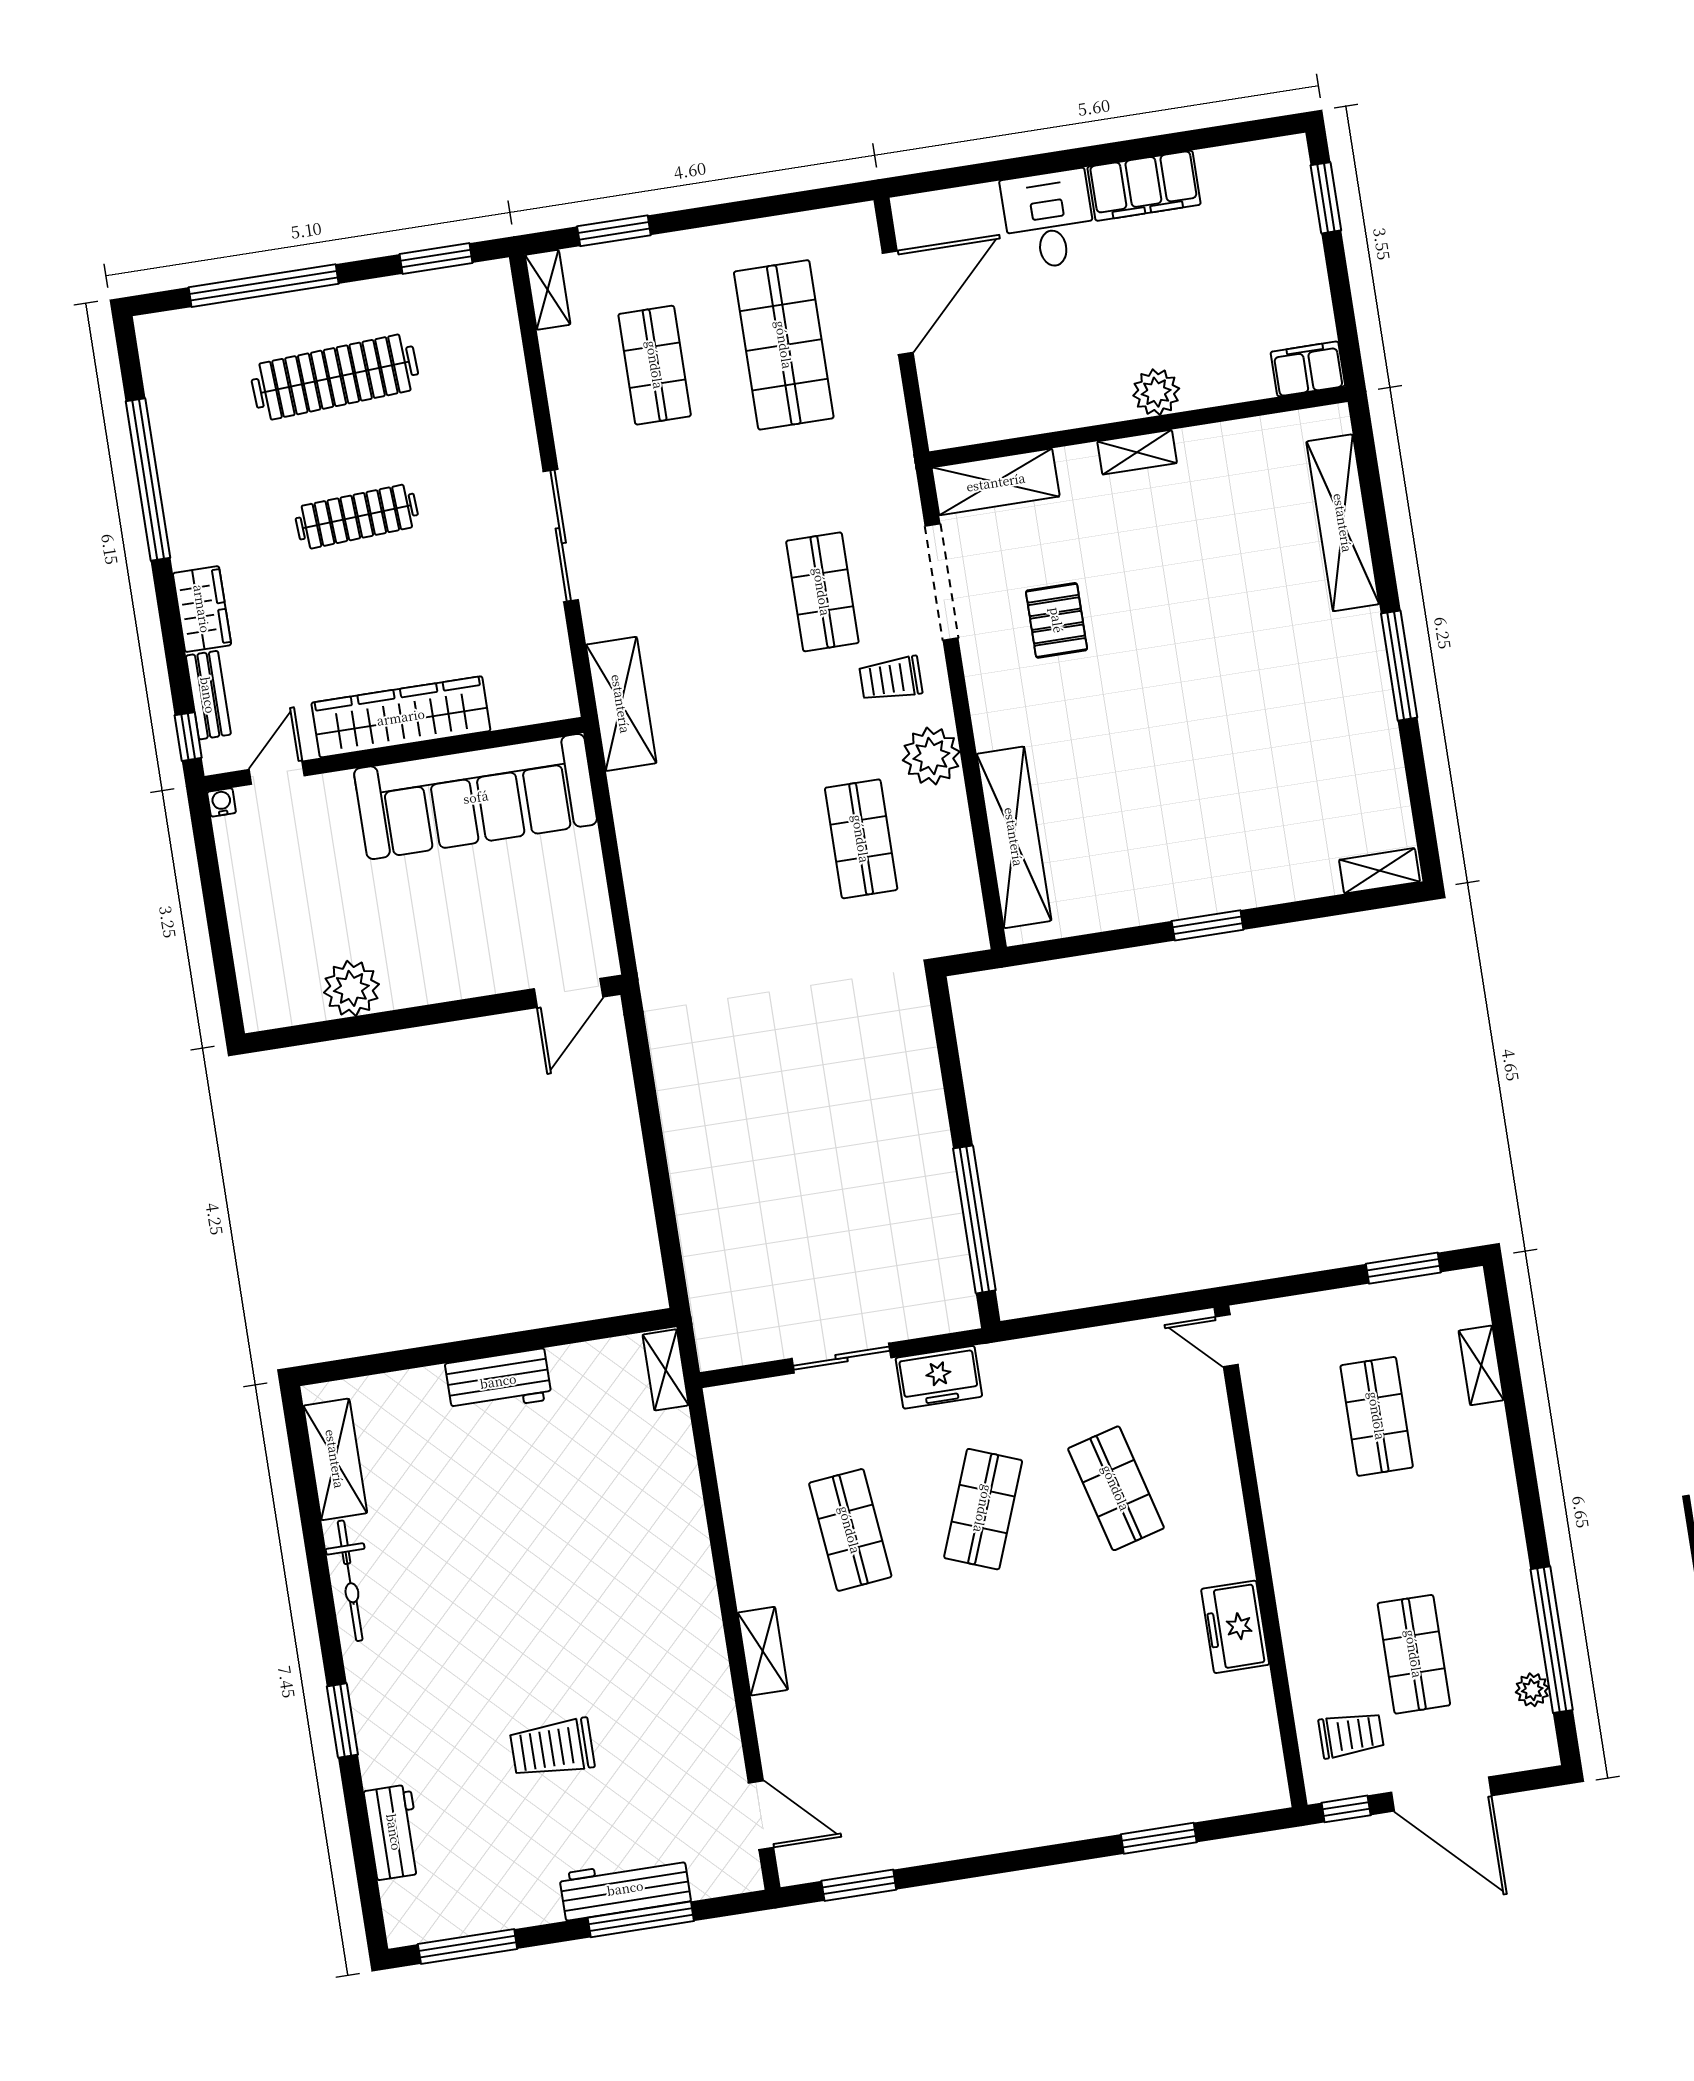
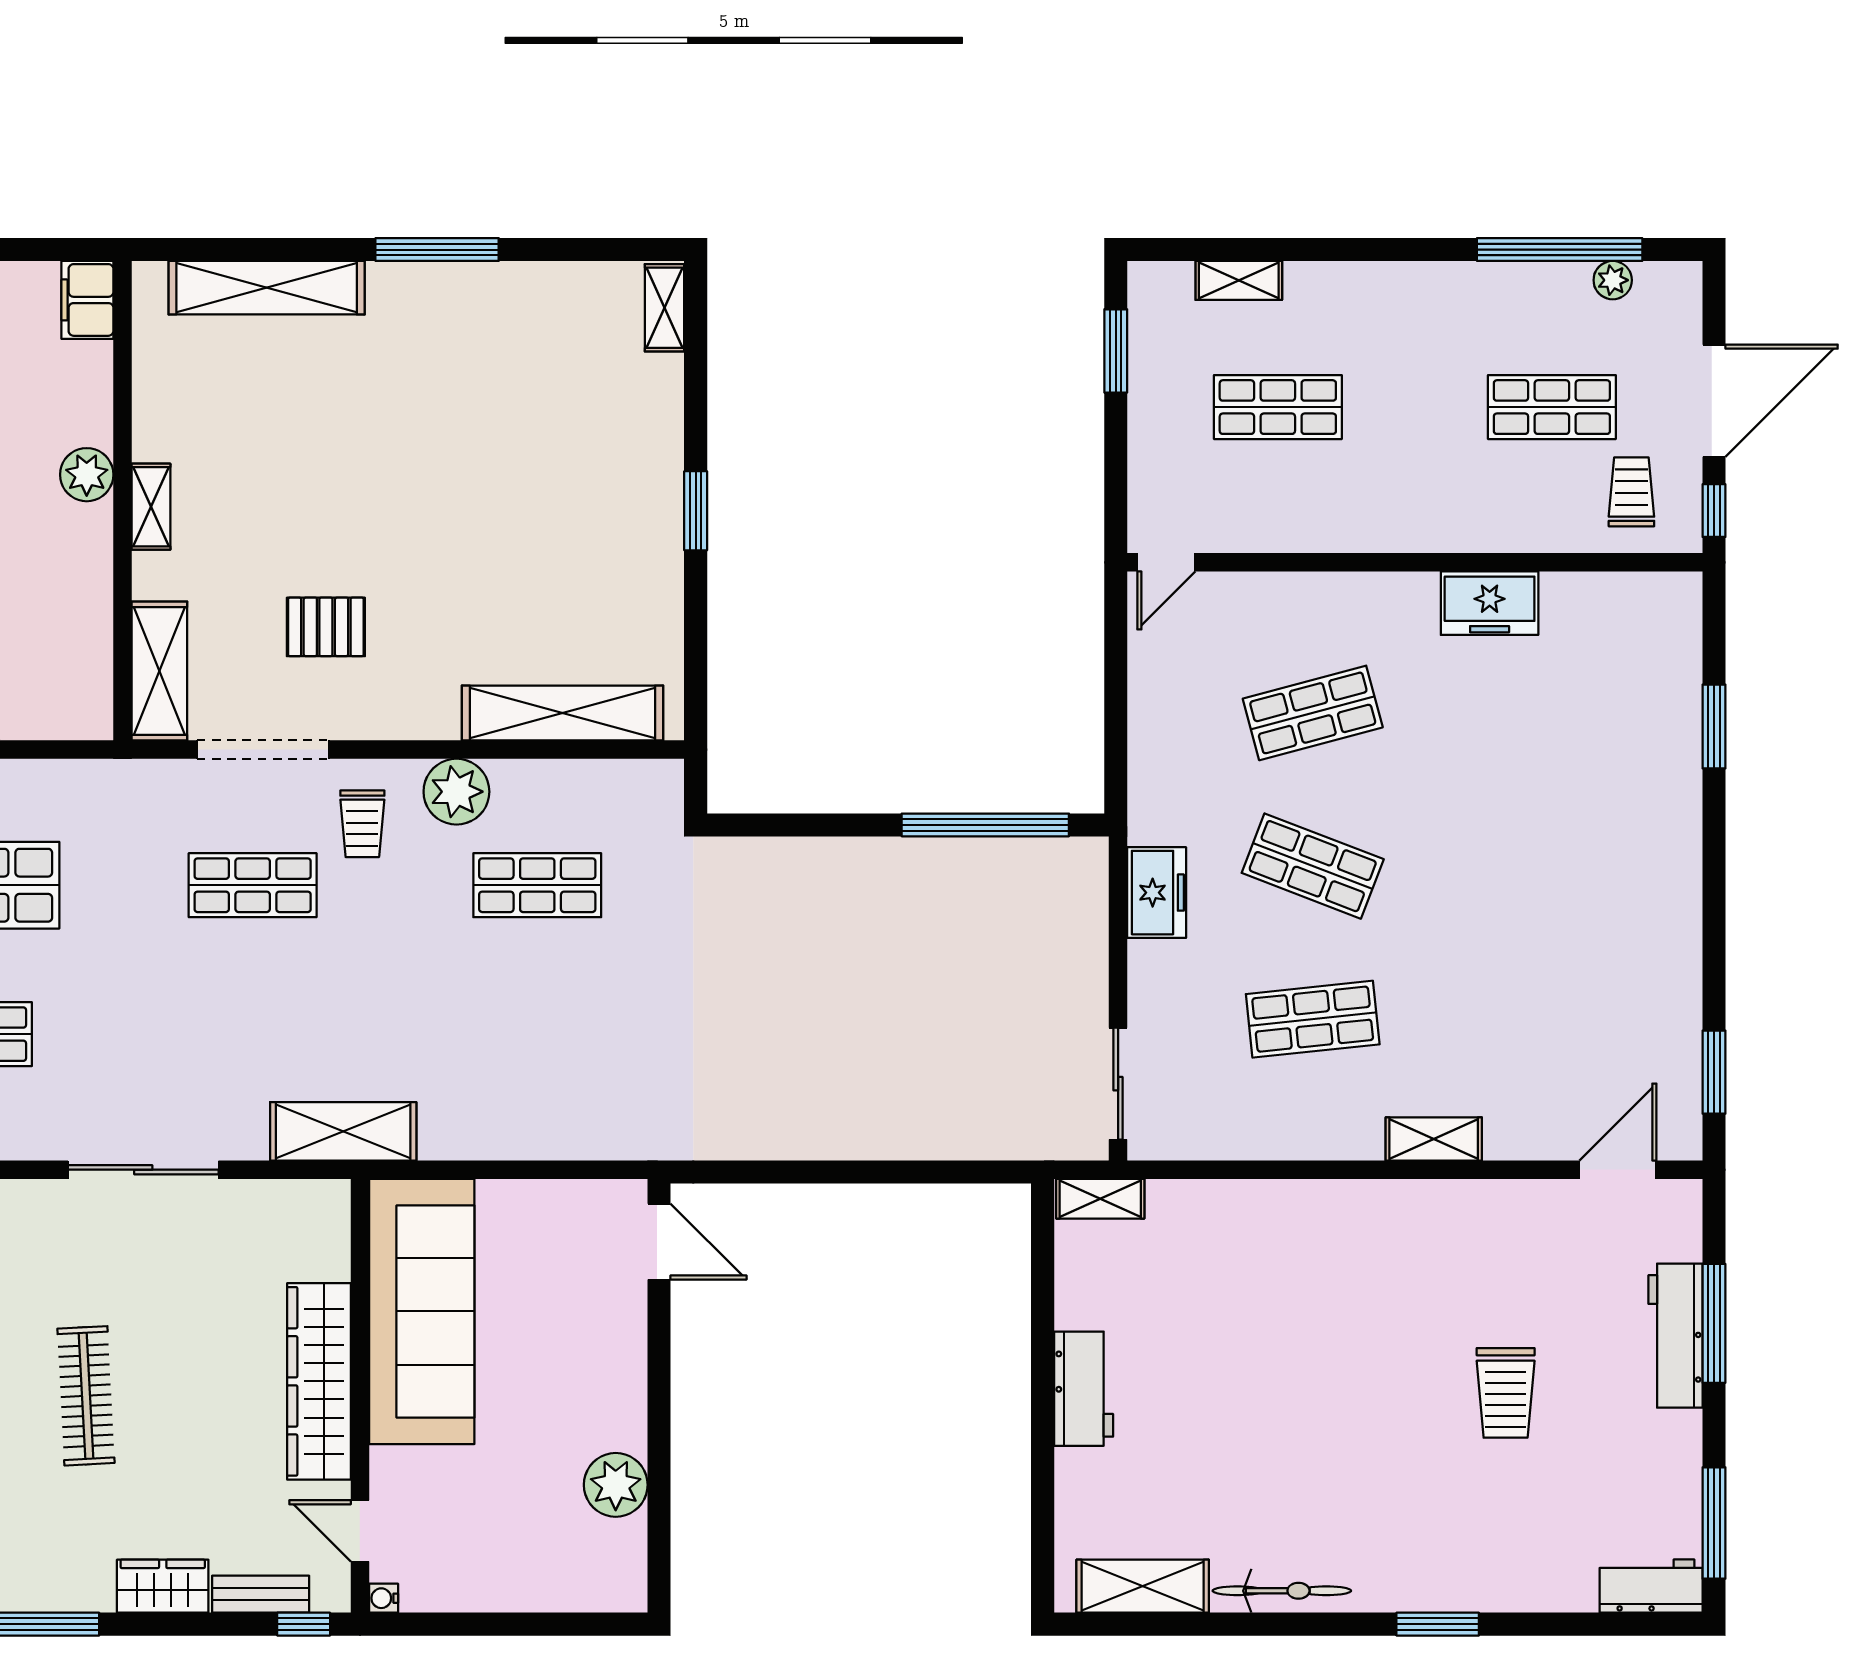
sliding door: (842, 1358) -> (1118, 1084), moved
workbench: (394, 1832) -> (1651, 1586), moved

